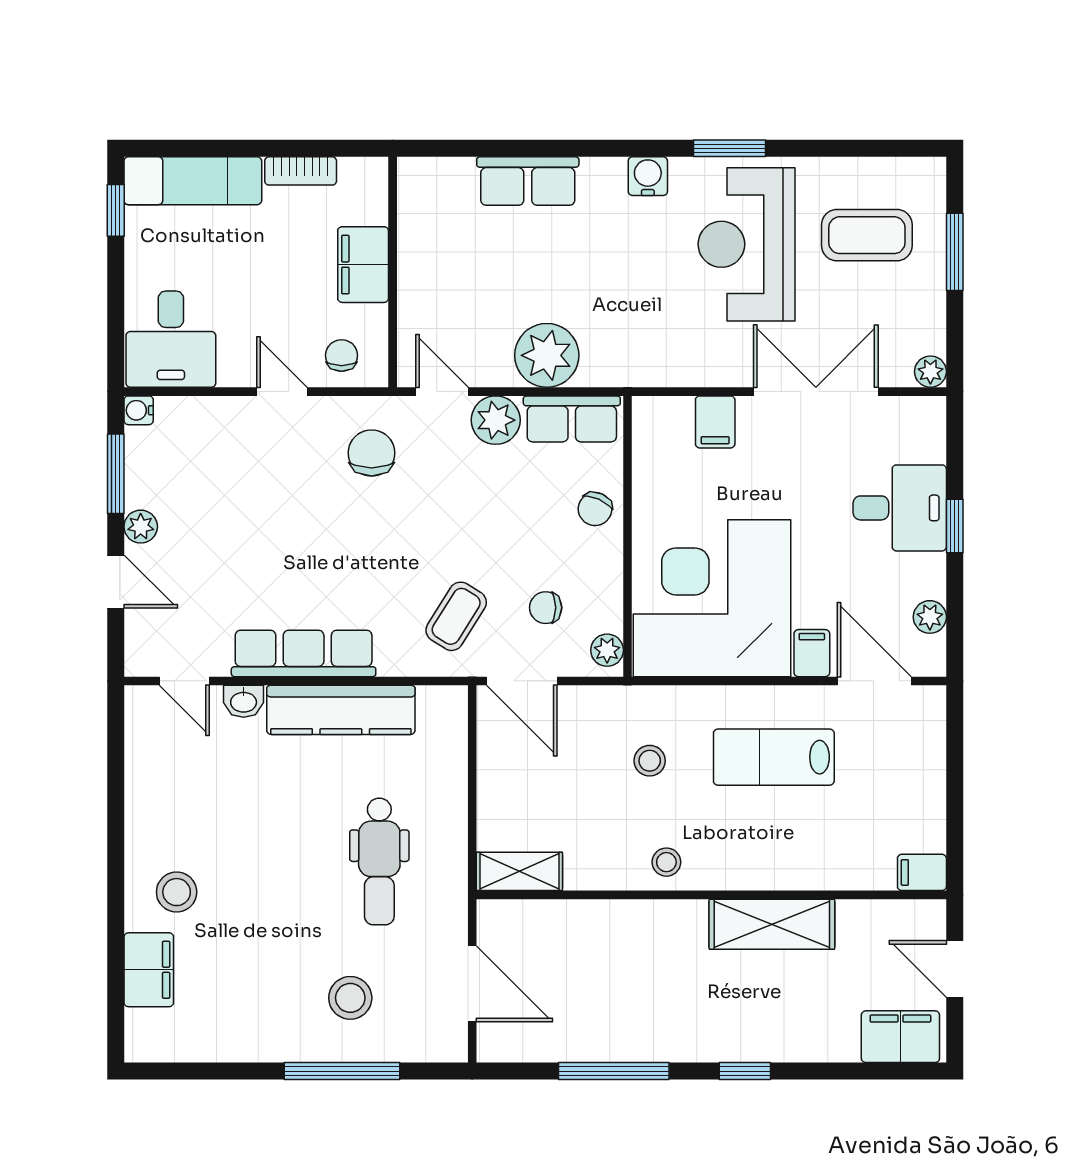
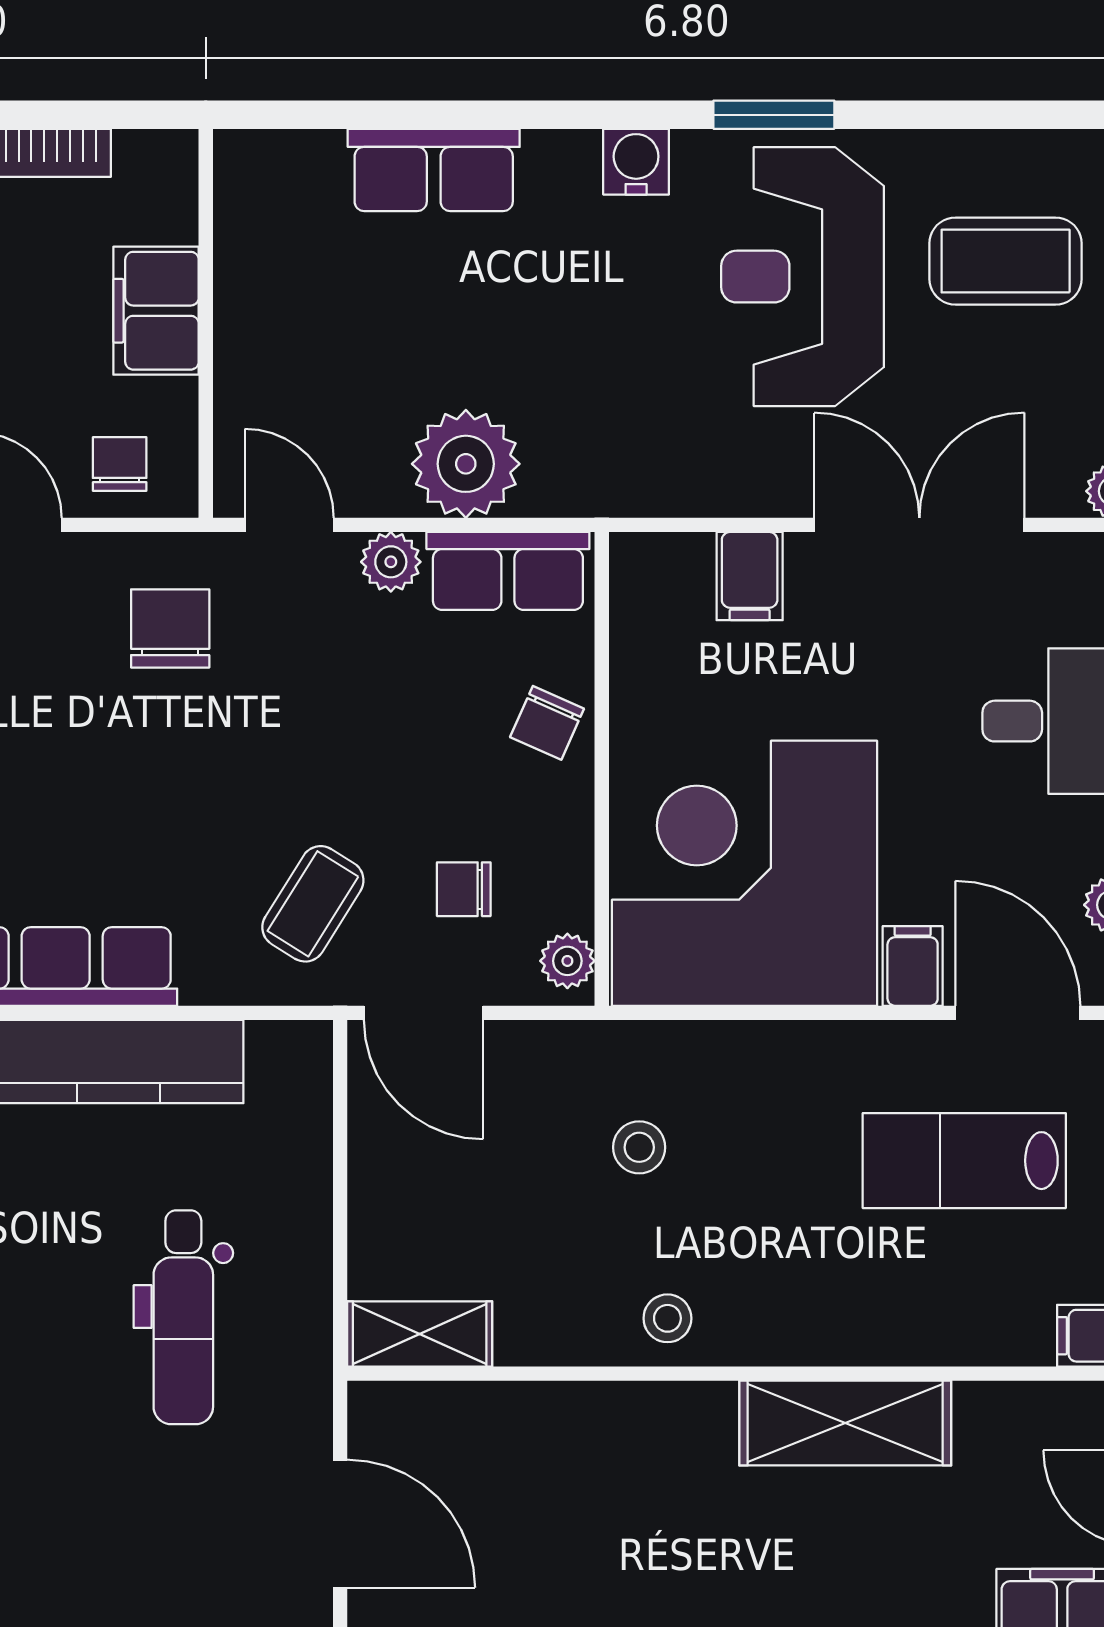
plant: (496, 420) -> (391, 562), width x0.73, depth x0.73
lab bench: (774, 757) -> (964, 1161), moved
stool: (350, 998) -> (134, 1547), removed

